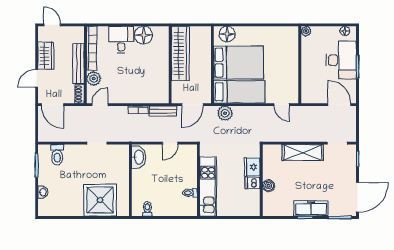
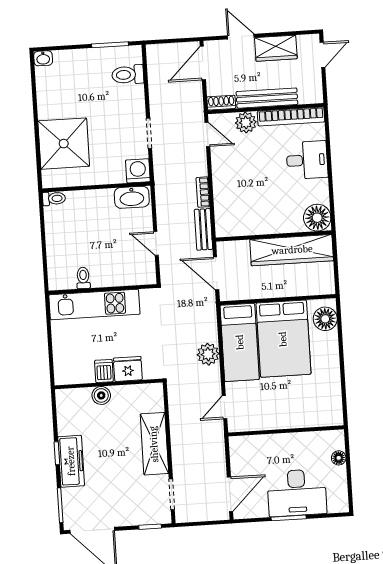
plant: (306, 31) -> (337, 437), removed
floor lamp: (345, 31) -> (339, 458), moved
floor lamp: (144, 35) -> (317, 218), moved
plant: (225, 113) -> (208, 354), moved
washing machine: (121, 152) -> (138, 171), added
washbasin: (43, 192) -> (43, 58), moved
toilet: (147, 209) -> (54, 199), moved

